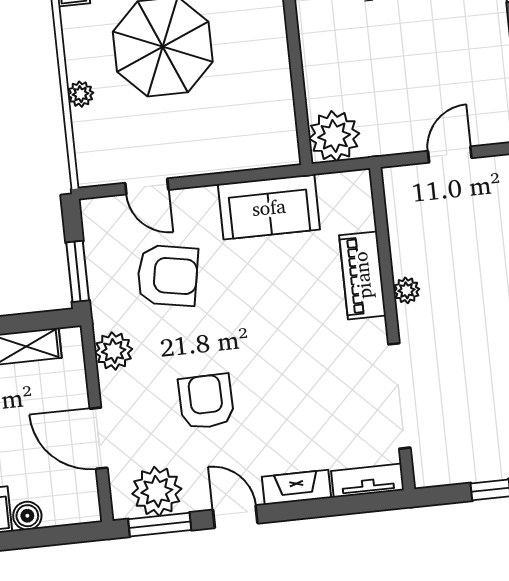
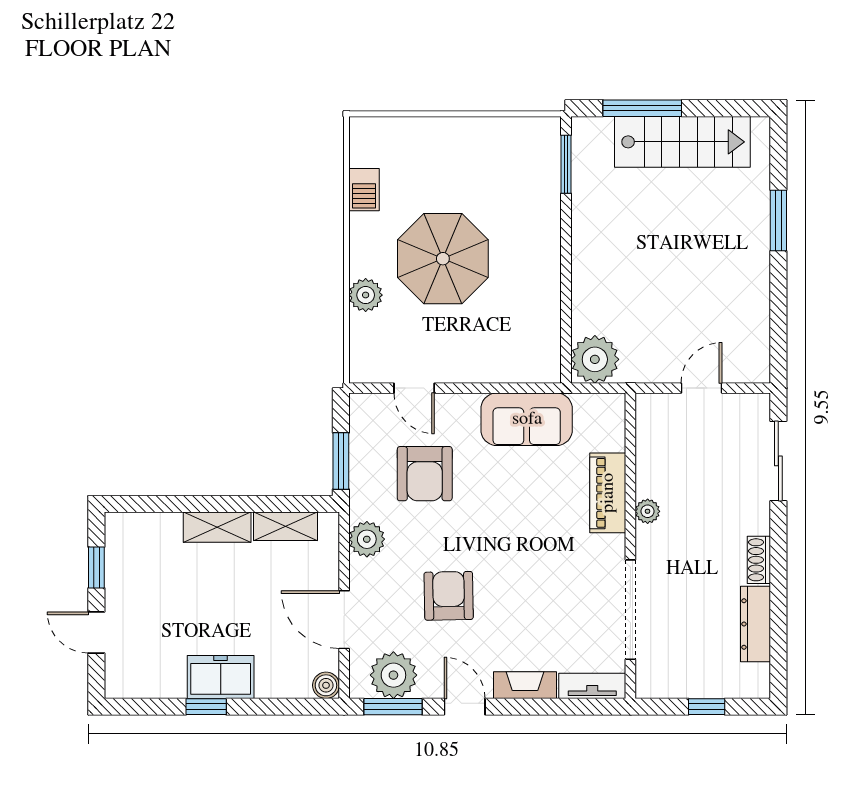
plant: (80, 94) -> (366, 295), width x1.38, depth x1.38
armchair: (167, 275) -> (425, 474), turned 80
boiler: (27, 516) -> (326, 685), moved

